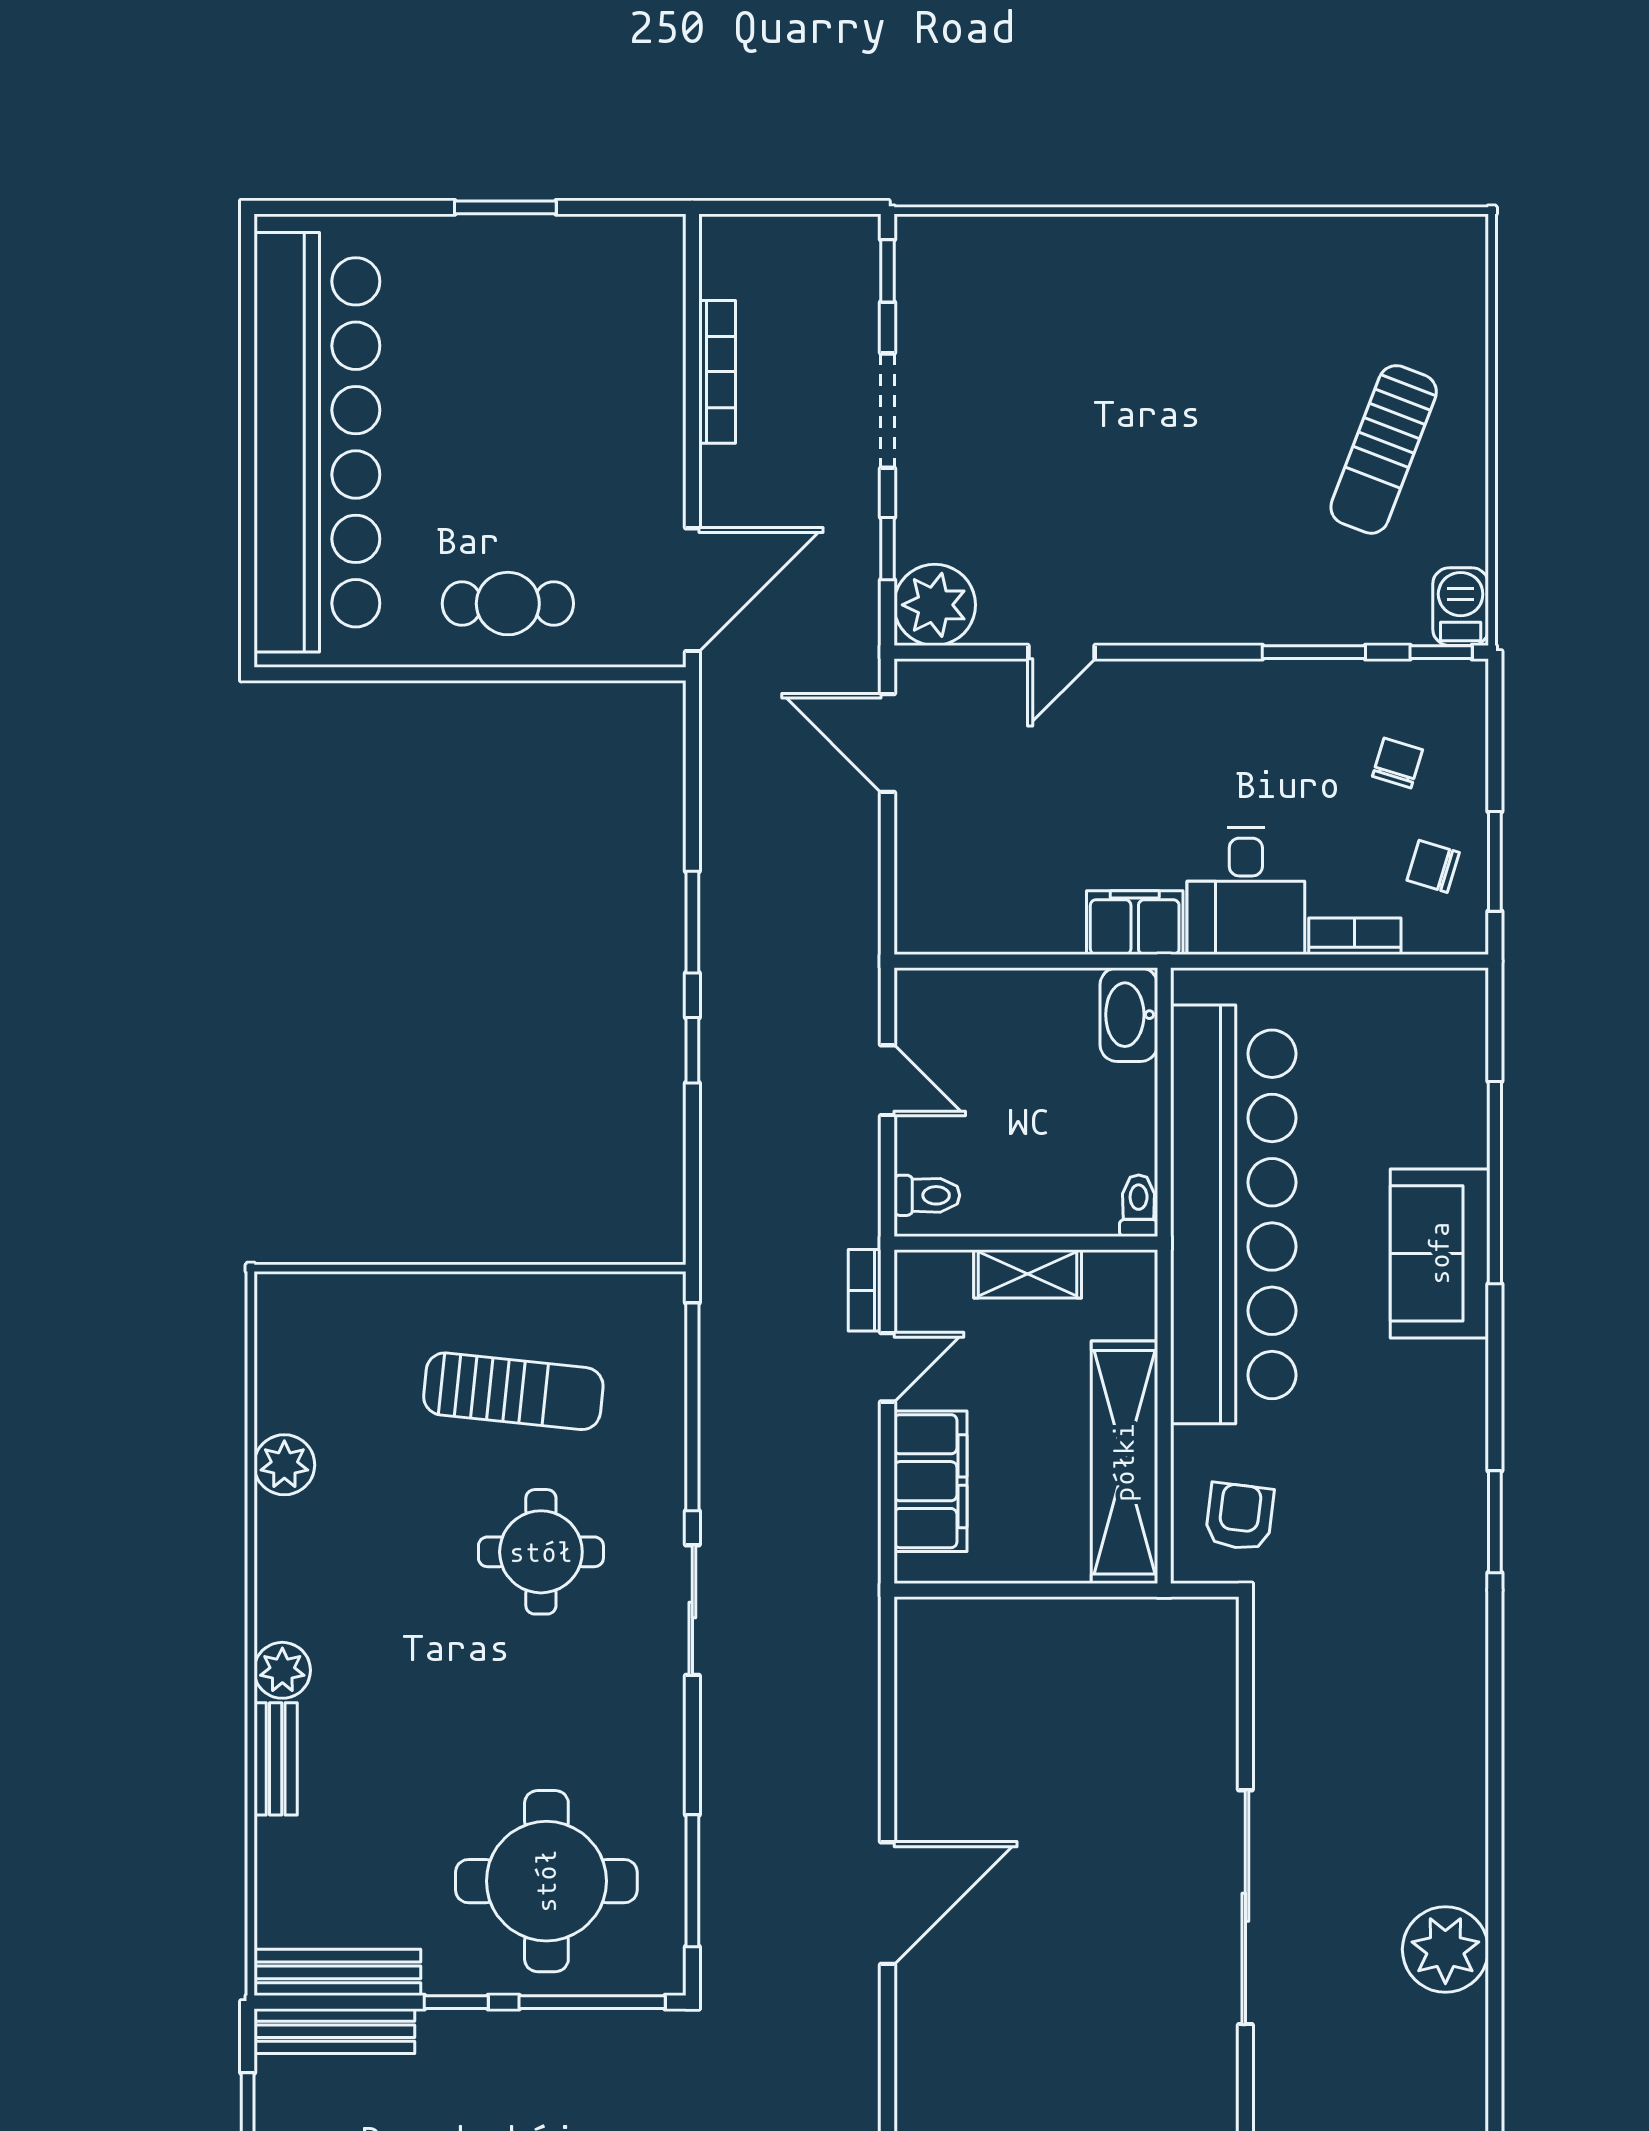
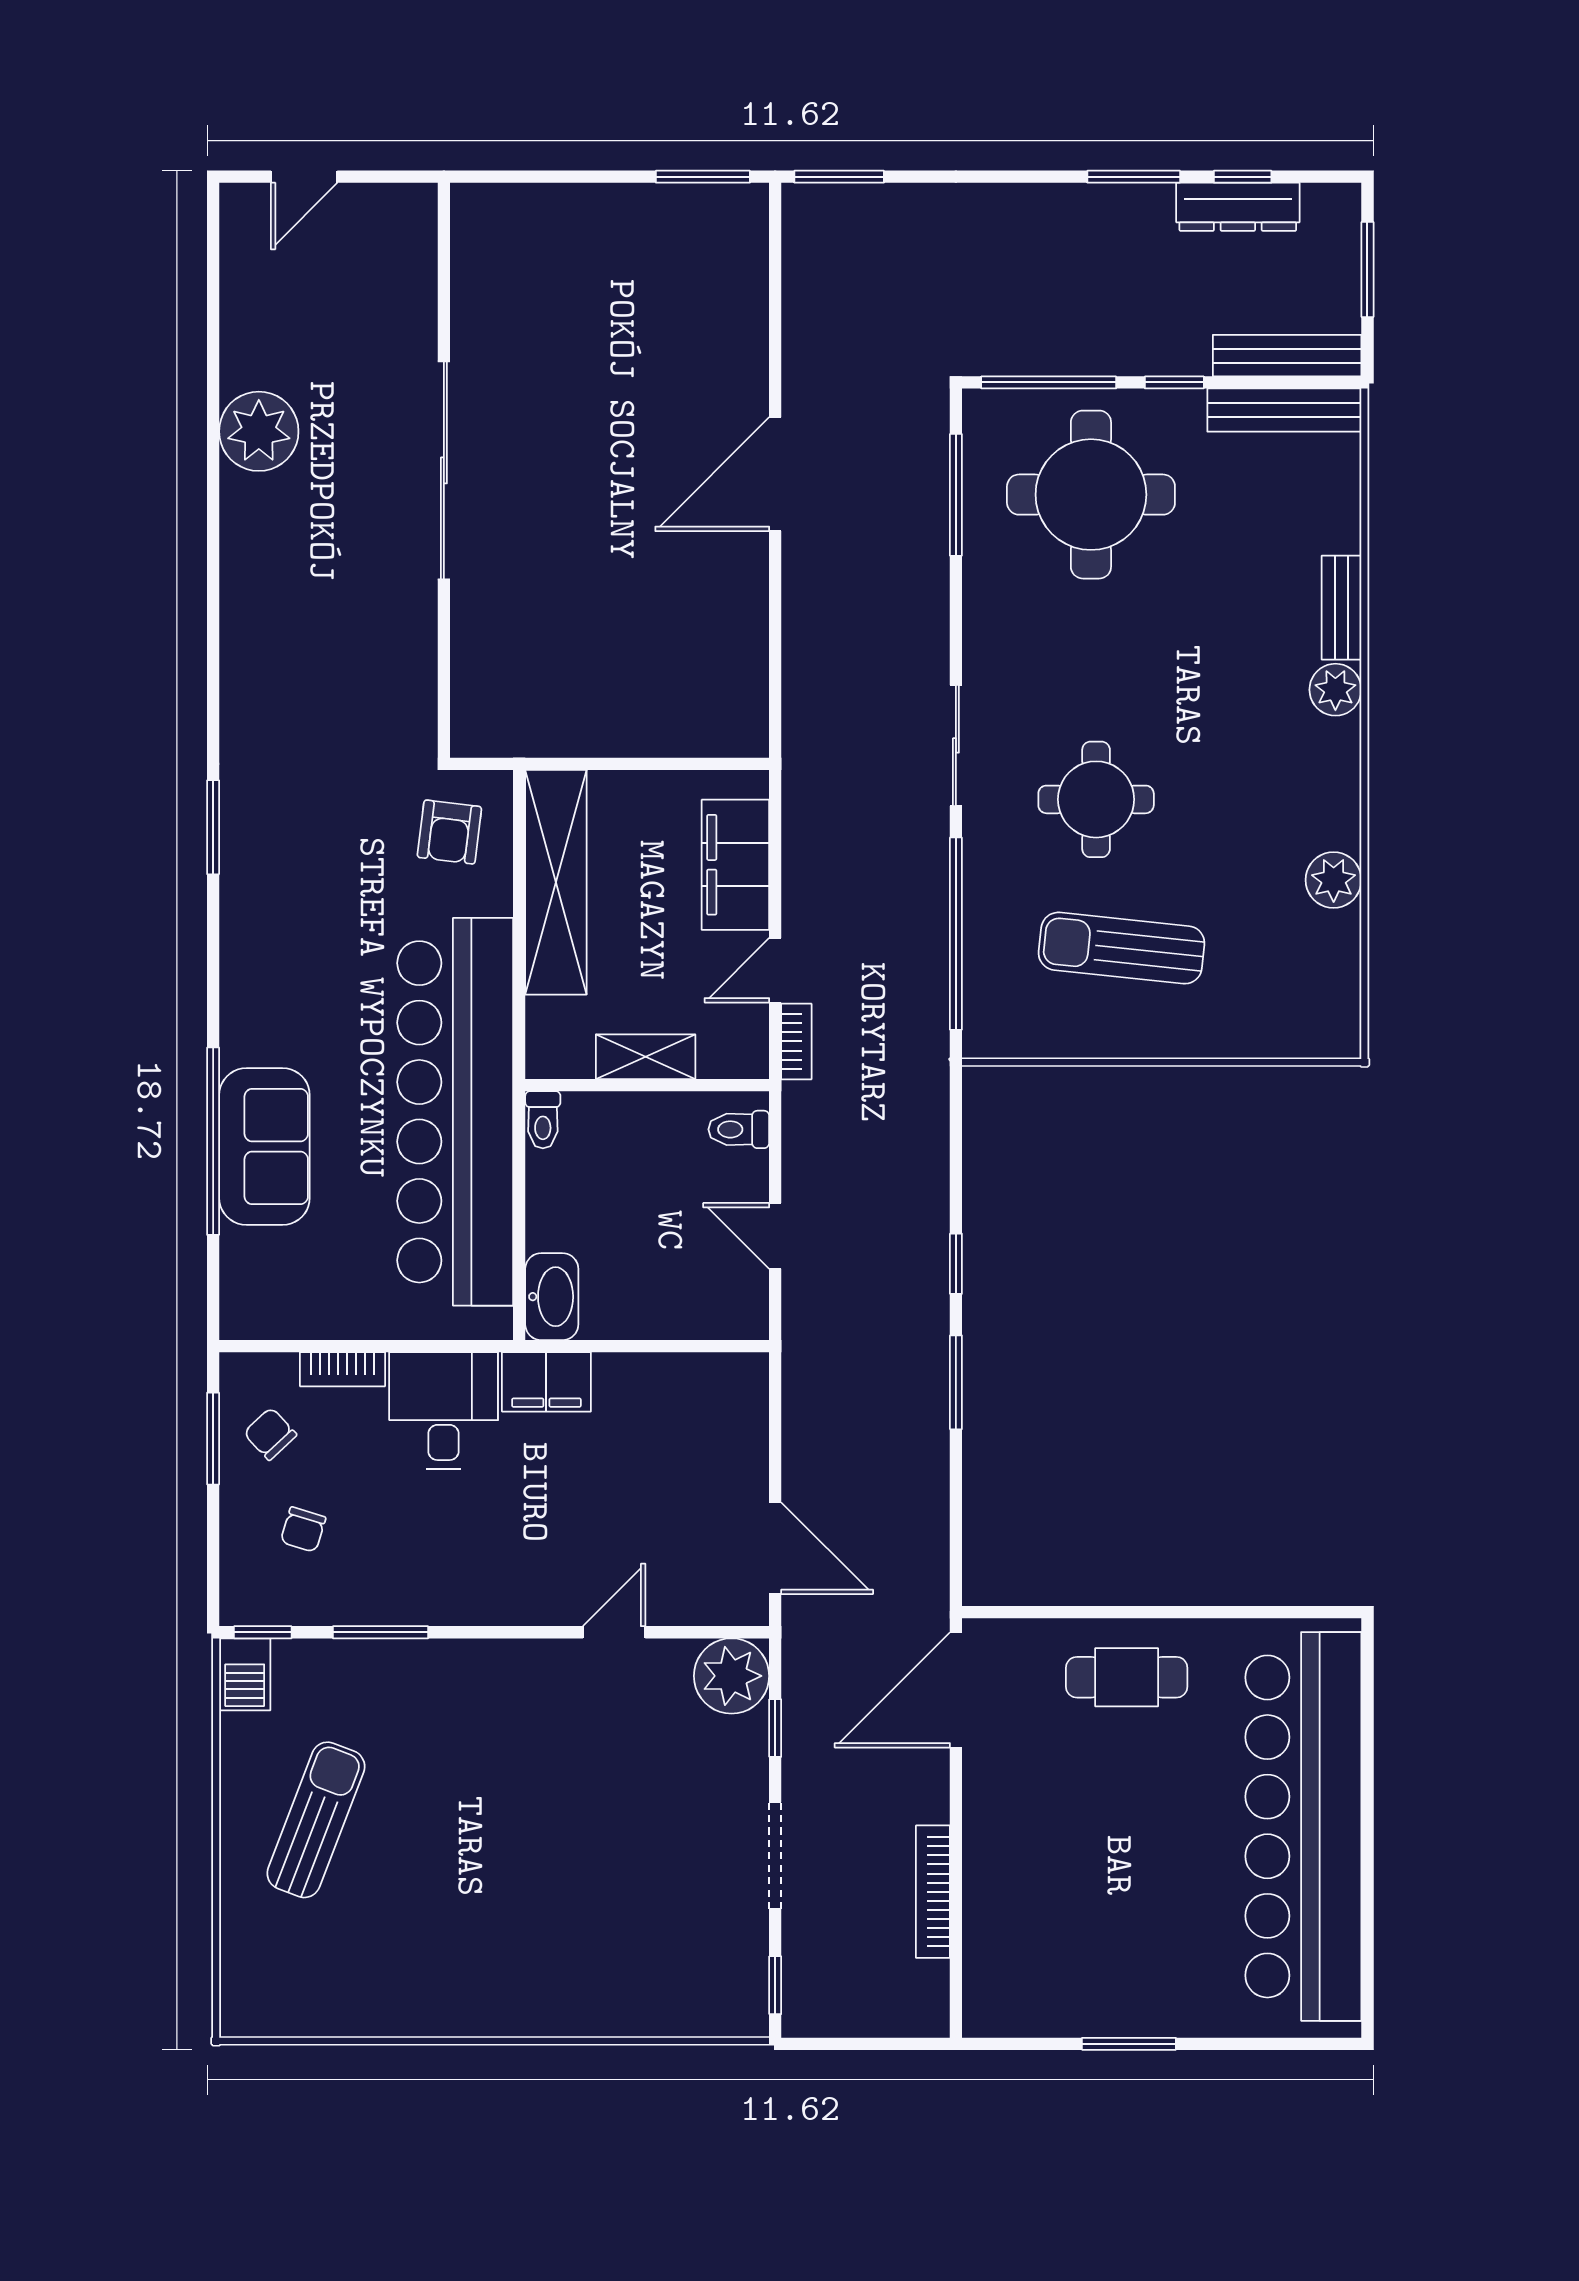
chair: (1433, 866) -> (270, 1434), turned -150
sofa: (1439, 1253) -> (264, 1147), moved

